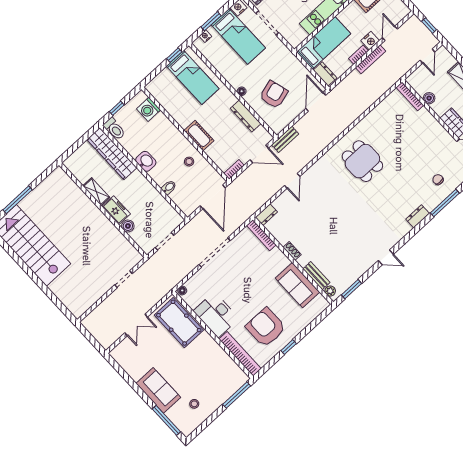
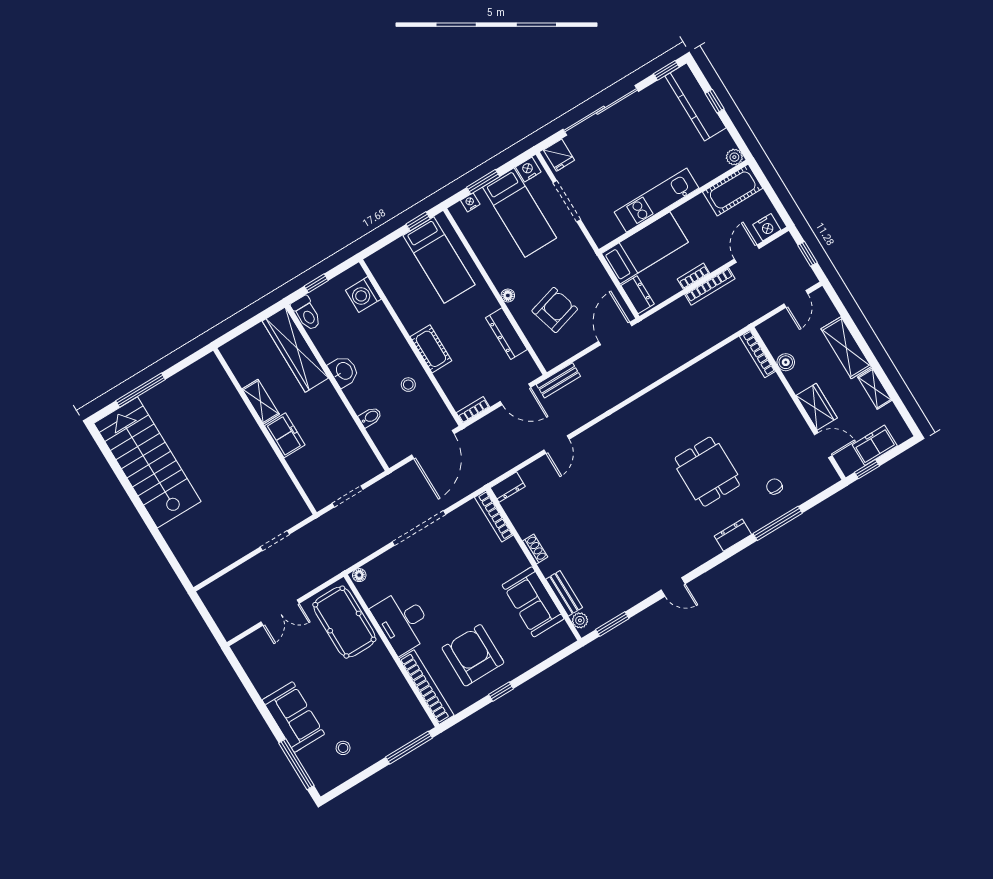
nightstand: (370, 41) -> (767, 227), moved
dining table: (362, 161) -> (707, 472), moved
boiler: (128, 226) -> (298, 462), removed

